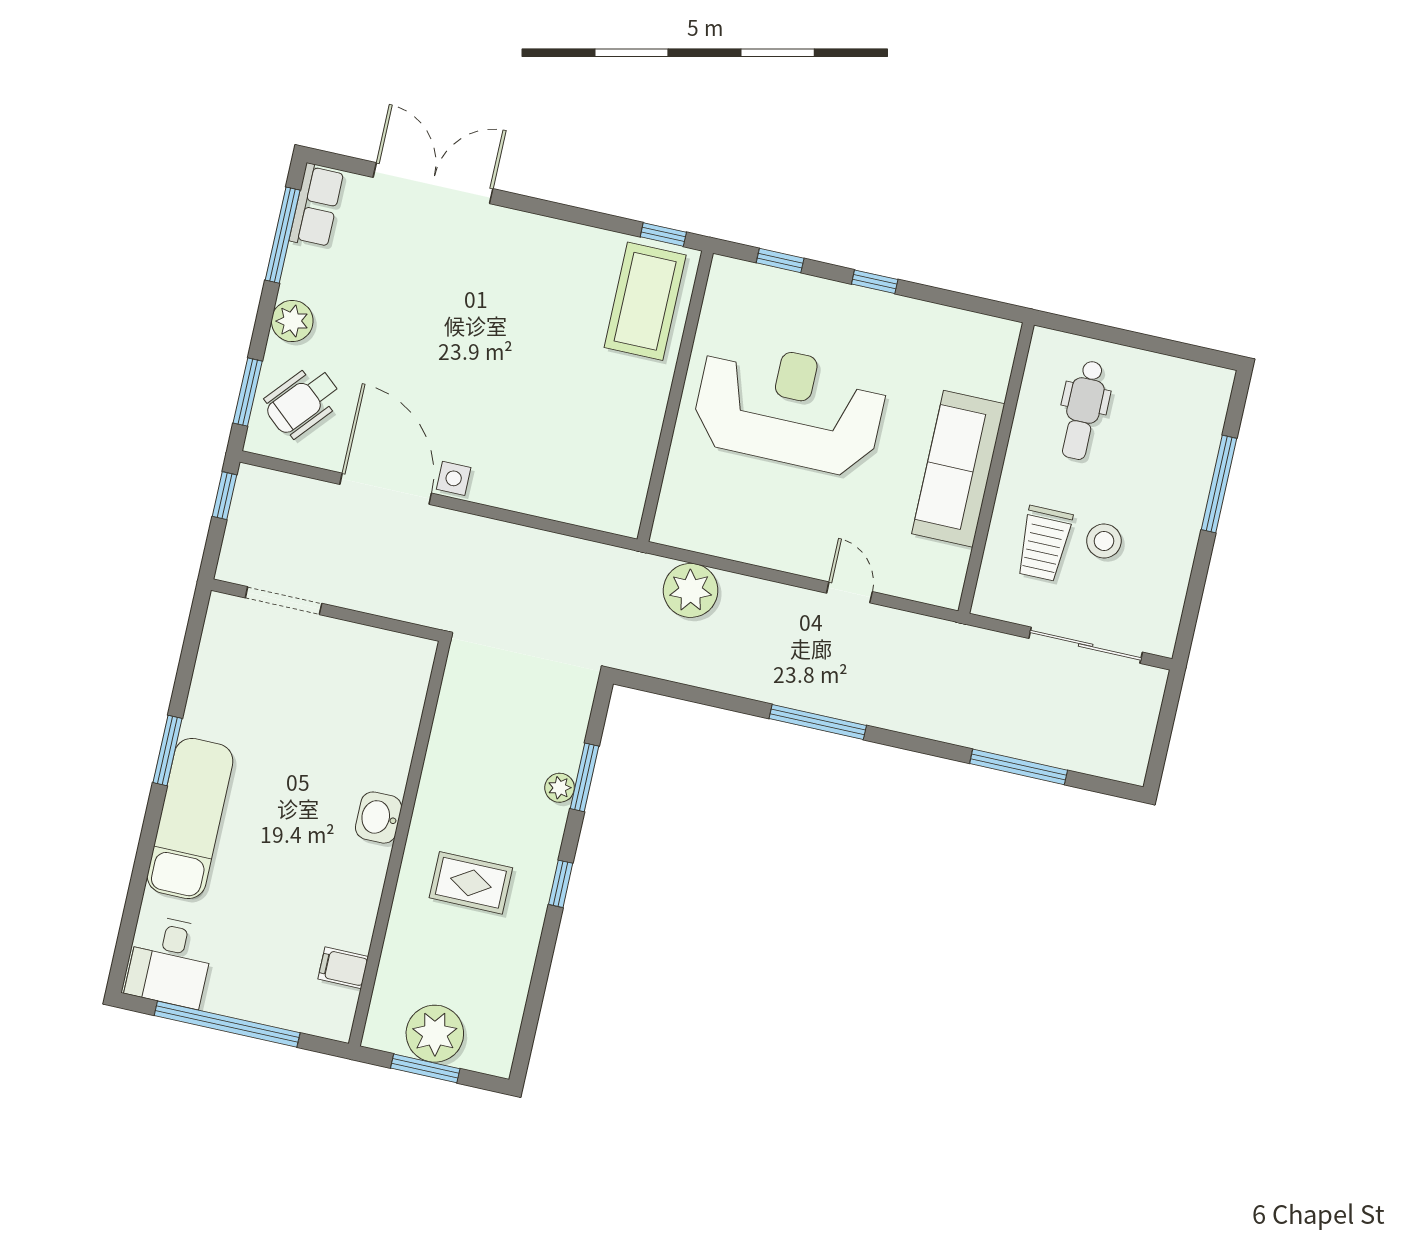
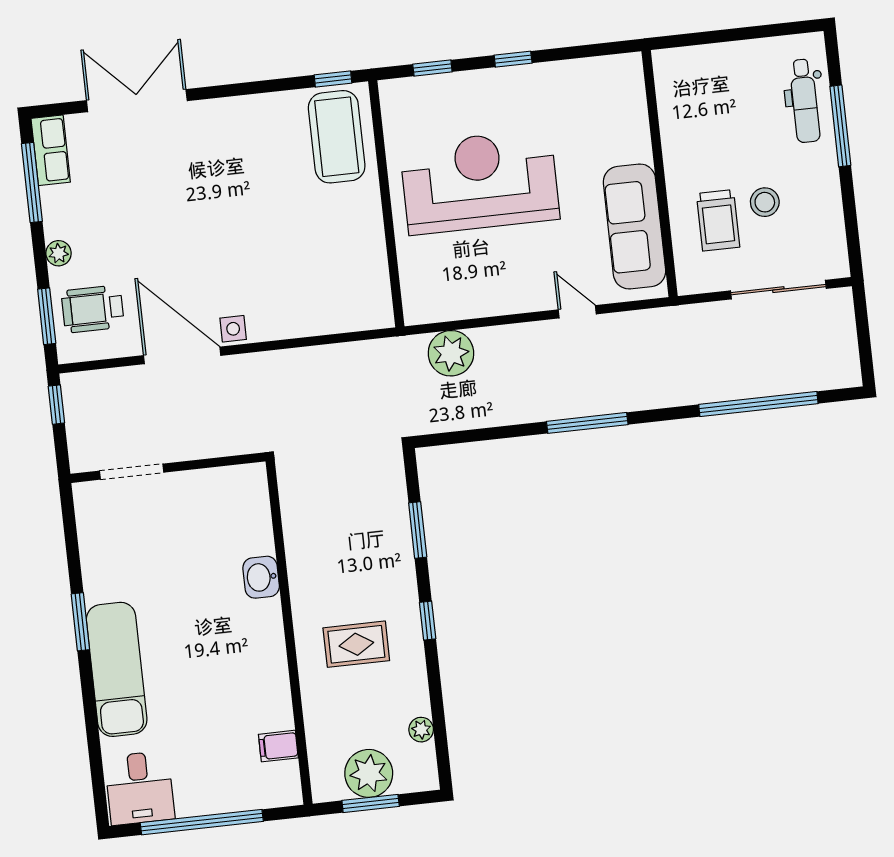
plant: (292, 321) -> (59, 253), width x0.73, depth x0.73
wheelchair: (303, 402) -> (93, 309), turned 49
dental chair: (1083, 410) -> (805, 101), moved
sofa: (958, 469) -> (634, 226), moved
window: (1019, 767) -> (758, 404), width x1.46
plant: (560, 788) -> (421, 730), moved
washbasin: (379, 818) -> (261, 577), moved

